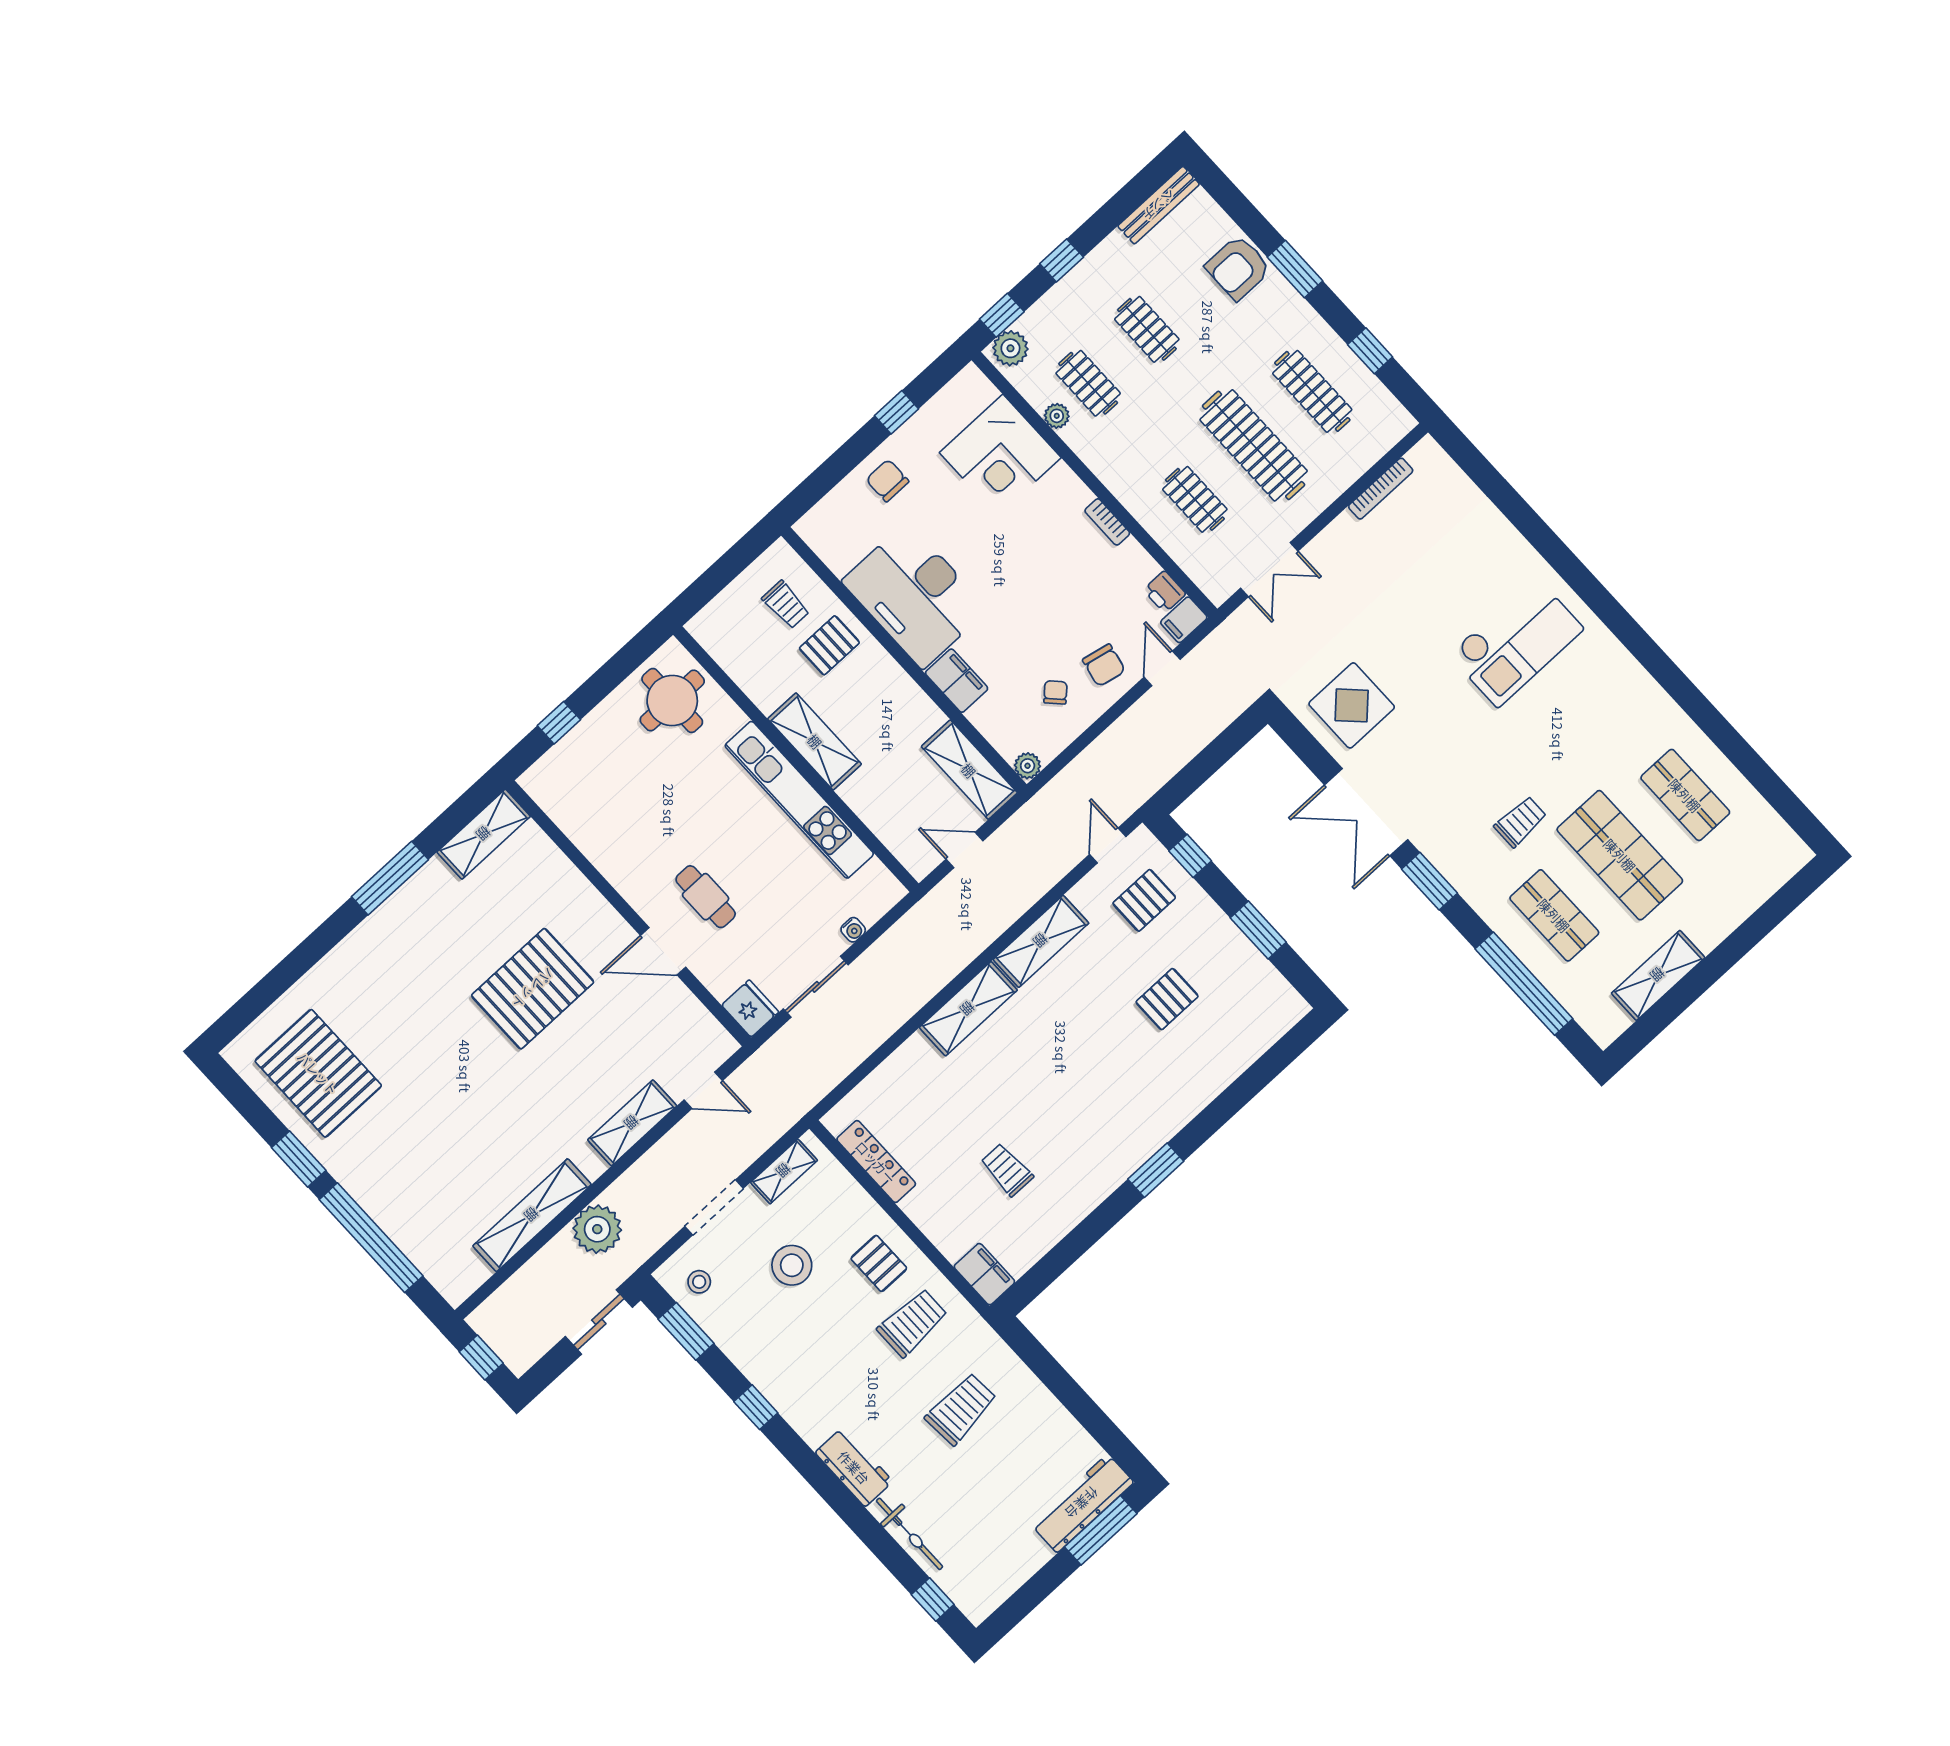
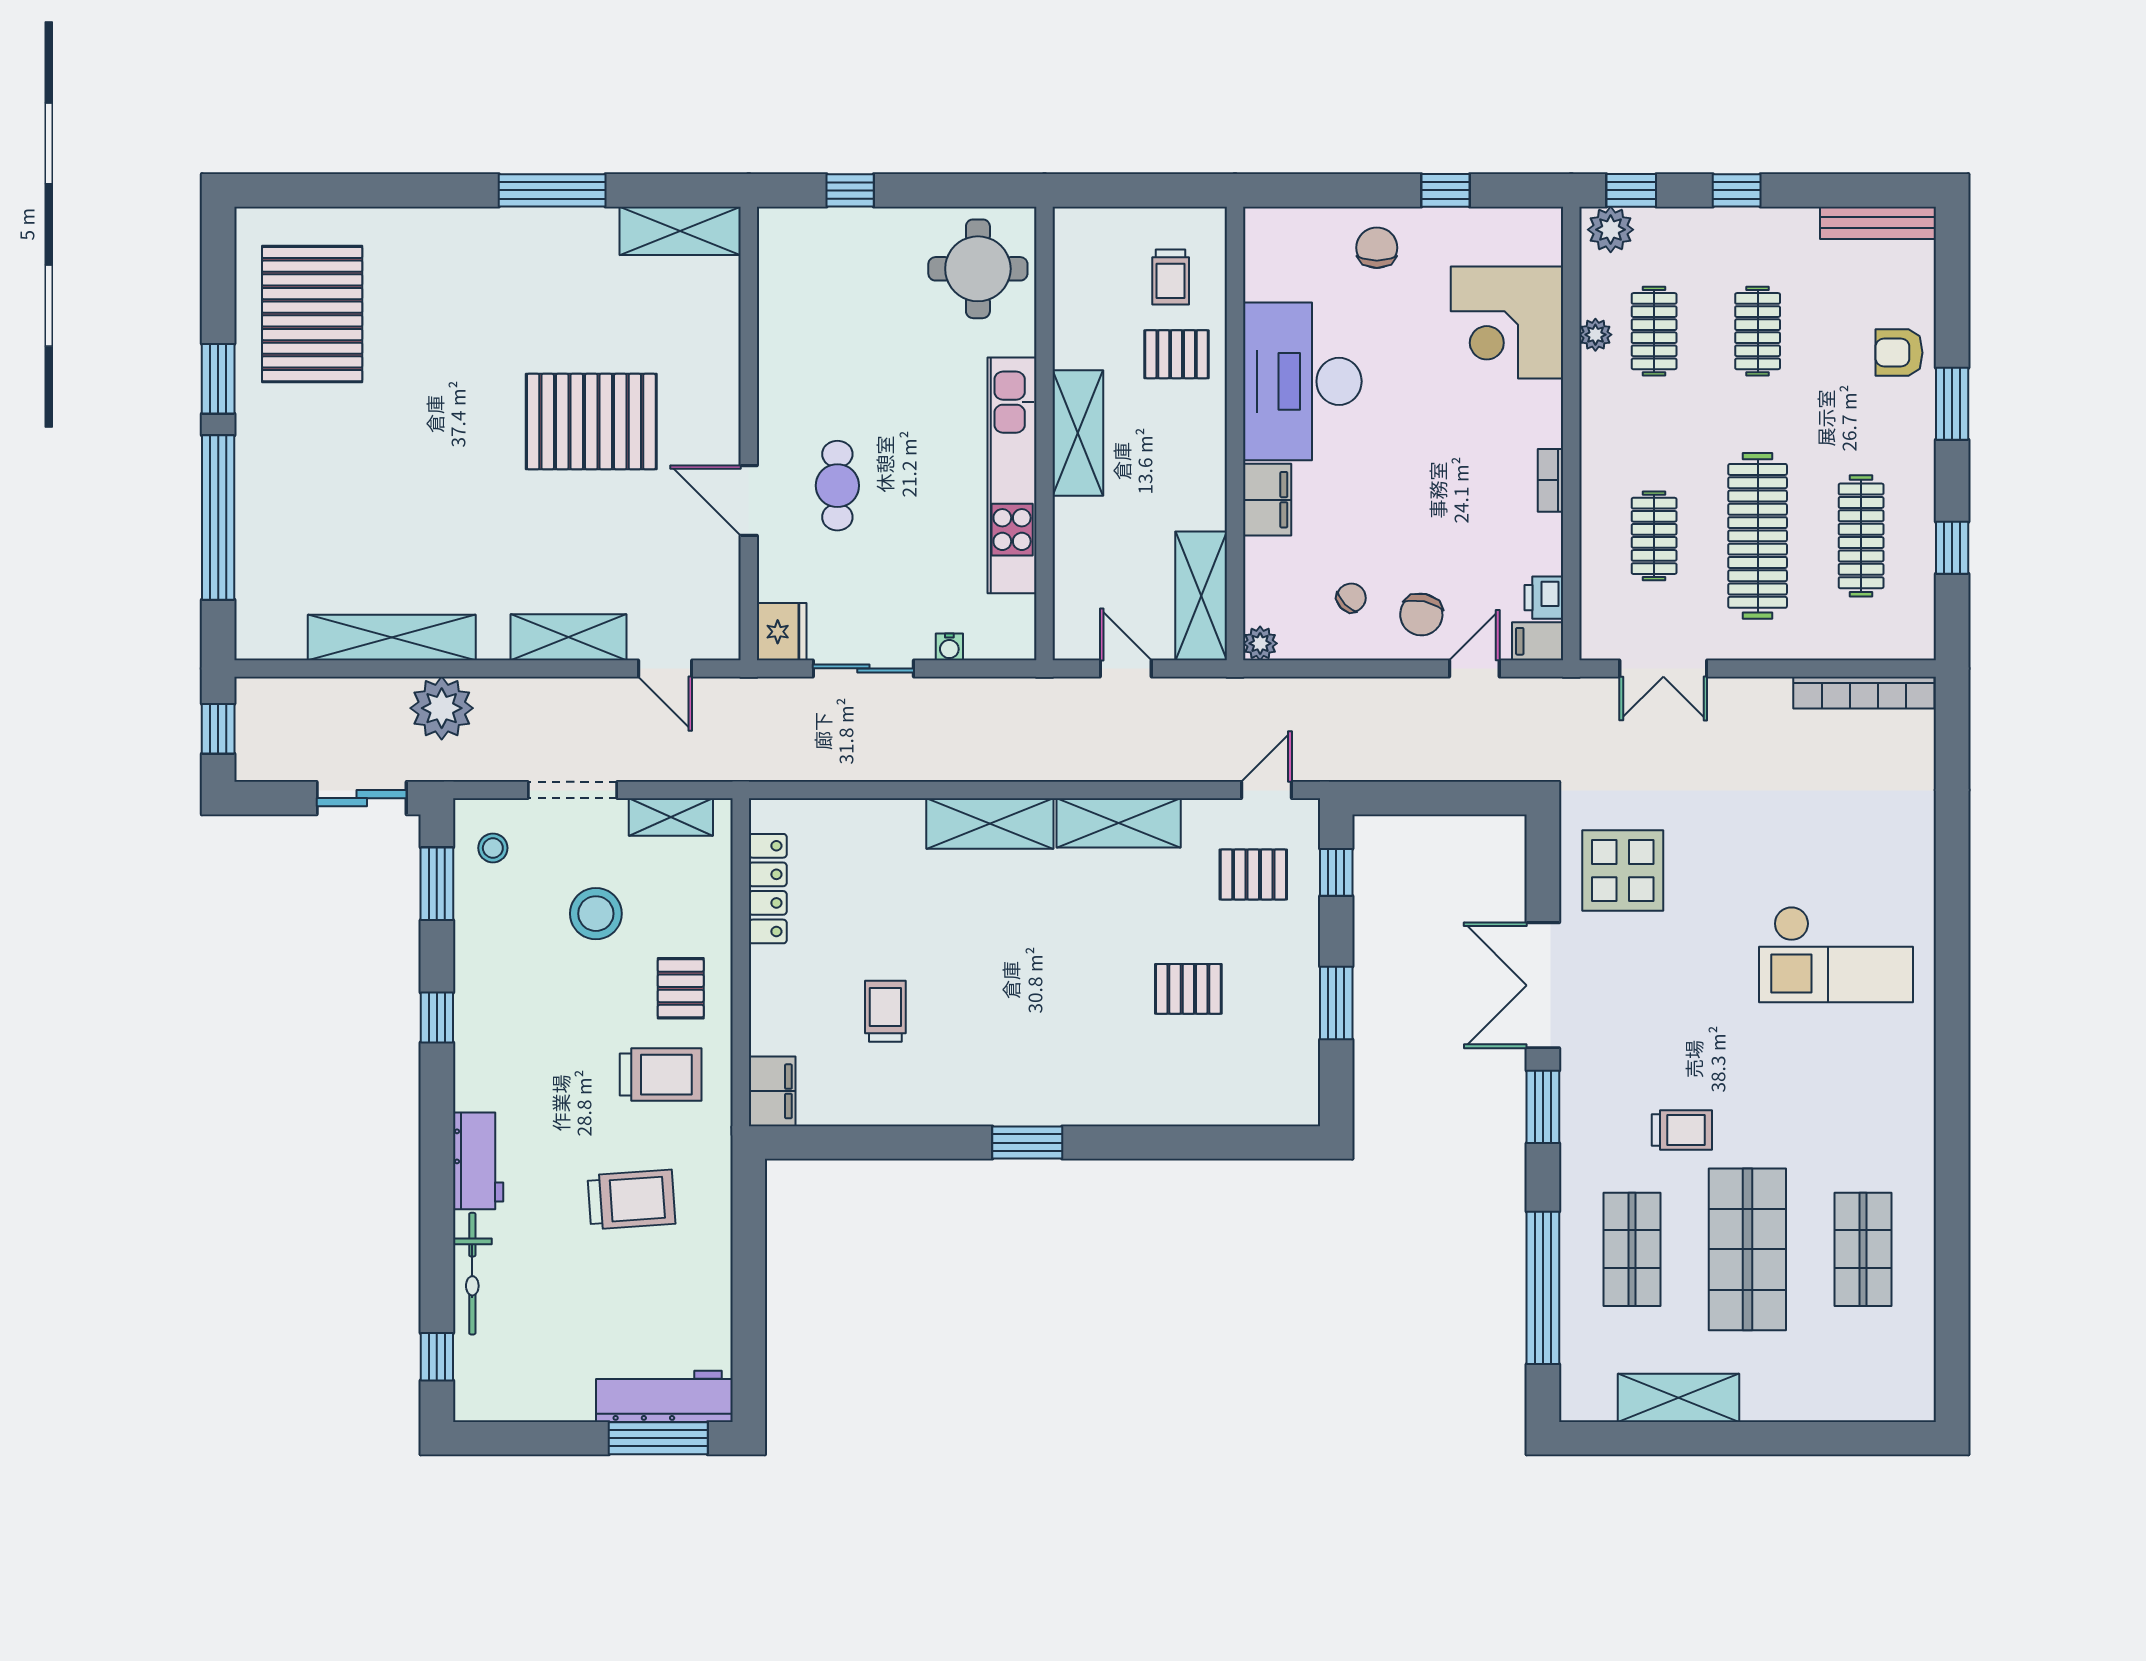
armchair: (1238, 268) -> (1899, 353), width x0.72, depth x0.72
bookcase: (1381, 489) -> (1864, 693), width x1.48, depth x1.31

